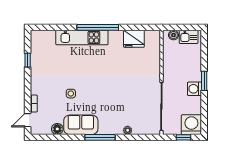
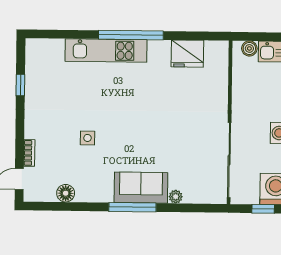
sofa: (81, 125) -> (141, 188), moved

